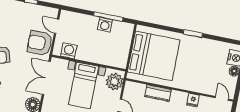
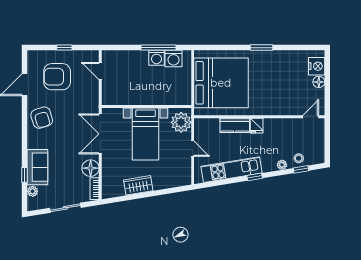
armchair: (40, 43) -> (57, 77), moved
washing machine: (69, 51) -> (174, 58), moved, turned 180
door: (222, 98) -> (311, 117), hinge flipped
fridge: (193, 100) -> (257, 126), moved

